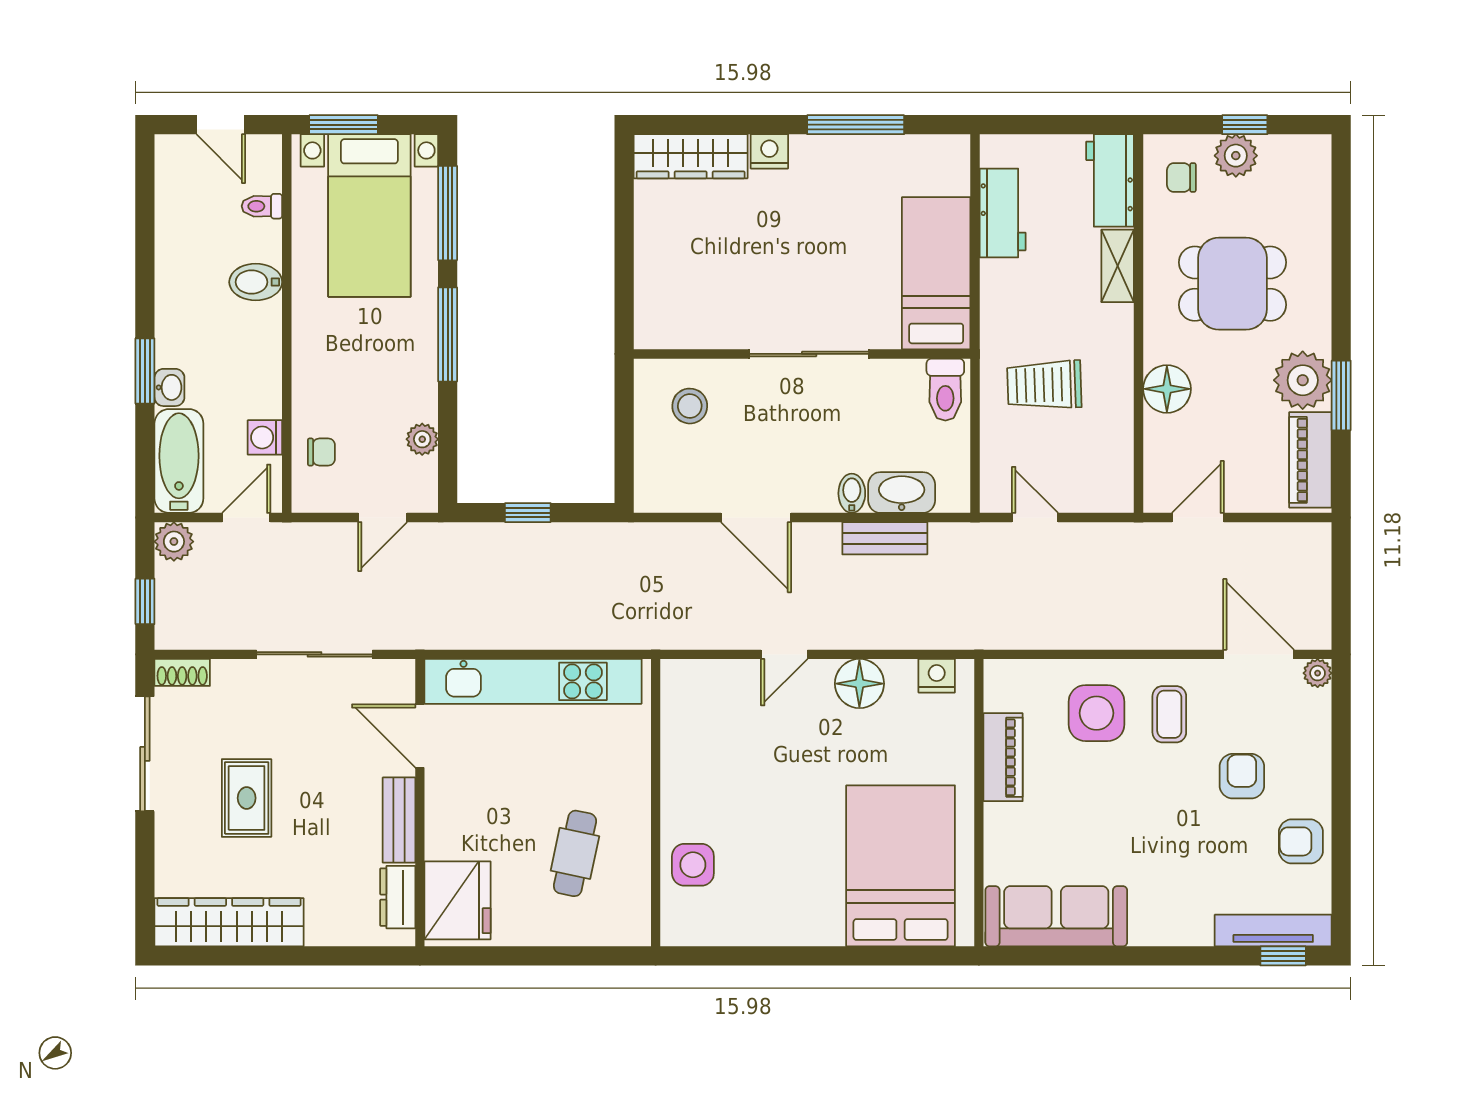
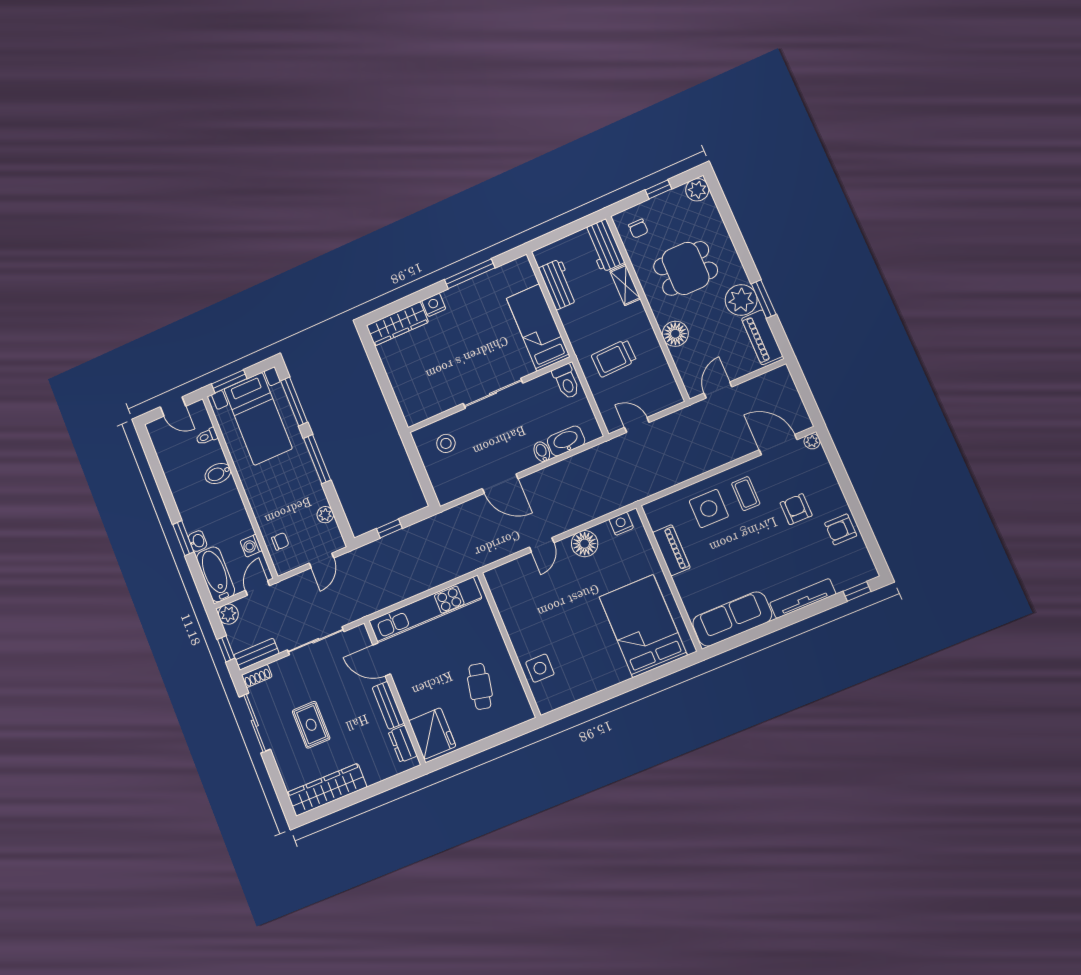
plant: (1236, 156) -> (697, 190), moved
chair: (1181, 178) -> (638, 229), turned -90
bench: (885, 538) -> (256, 654), moved
tv unit: (1273, 931) -> (803, 598), moved

